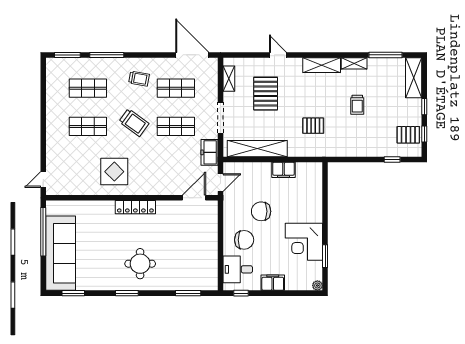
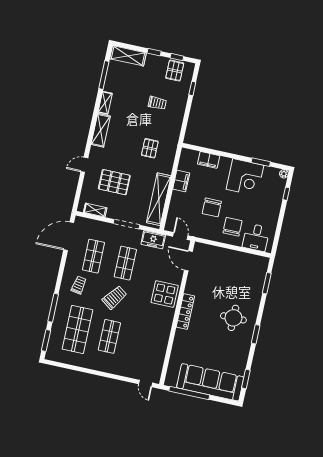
shop shelf: (88, 88) -> (77, 329), width x1.43, depth x1.36
trolley: (357, 105) -> (157, 103), moved
display table: (114, 172) -> (165, 294), moved
filing cabinet: (273, 283) -> (209, 160), moved, turned -90
window: (241, 293) -> (286, 194), moved

